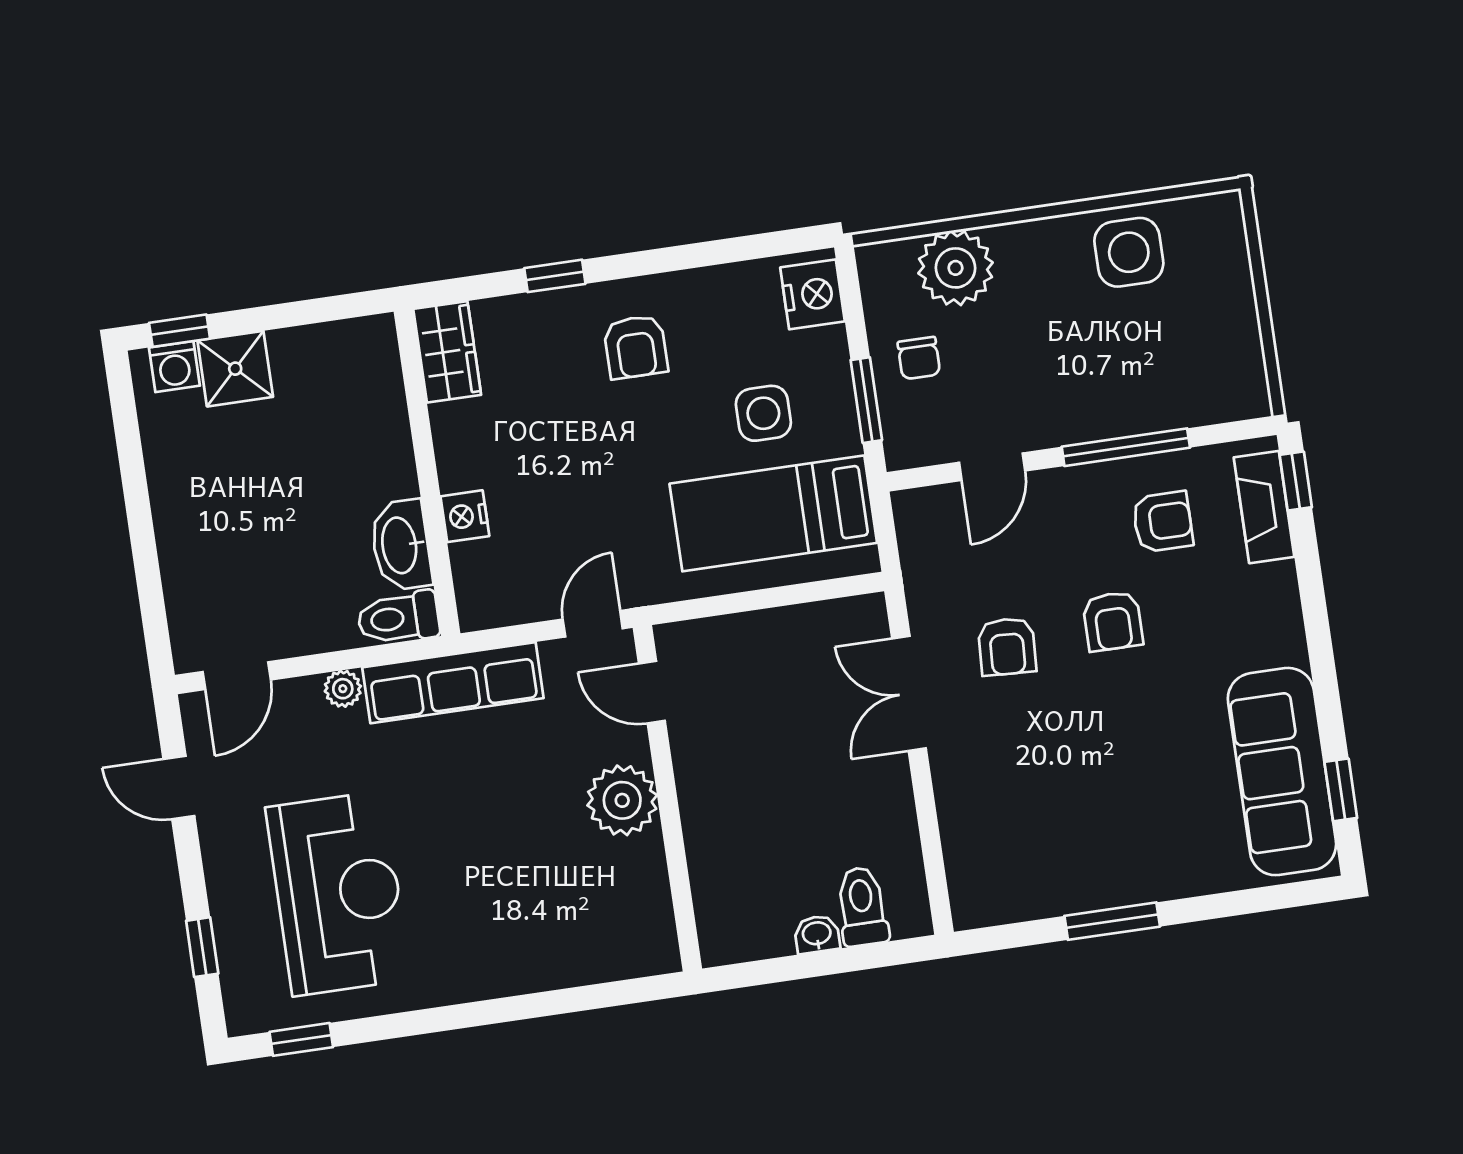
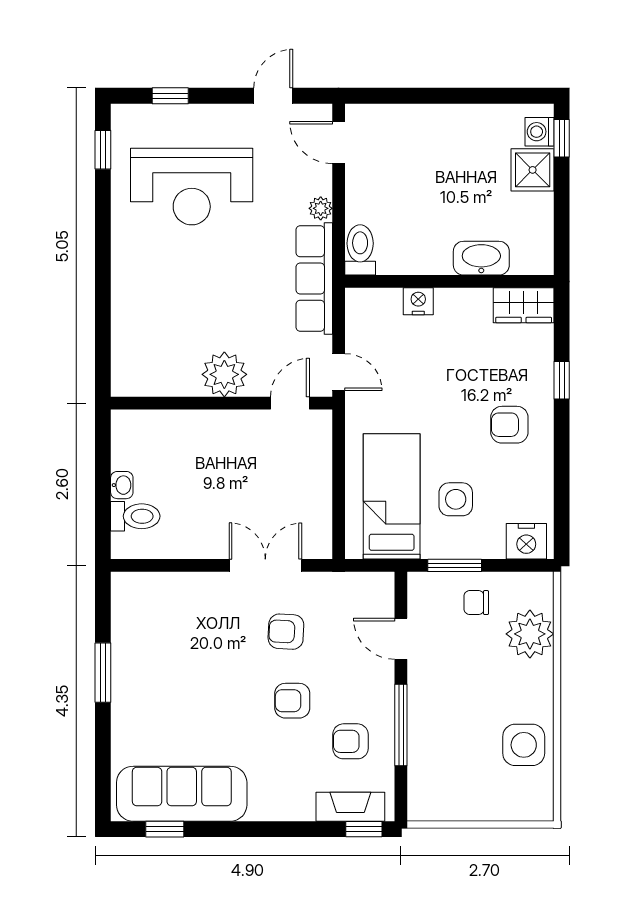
armchair: (1163, 522) -> (350, 741), turned 90
washbasin: (401, 545) -> (481, 258), moved

